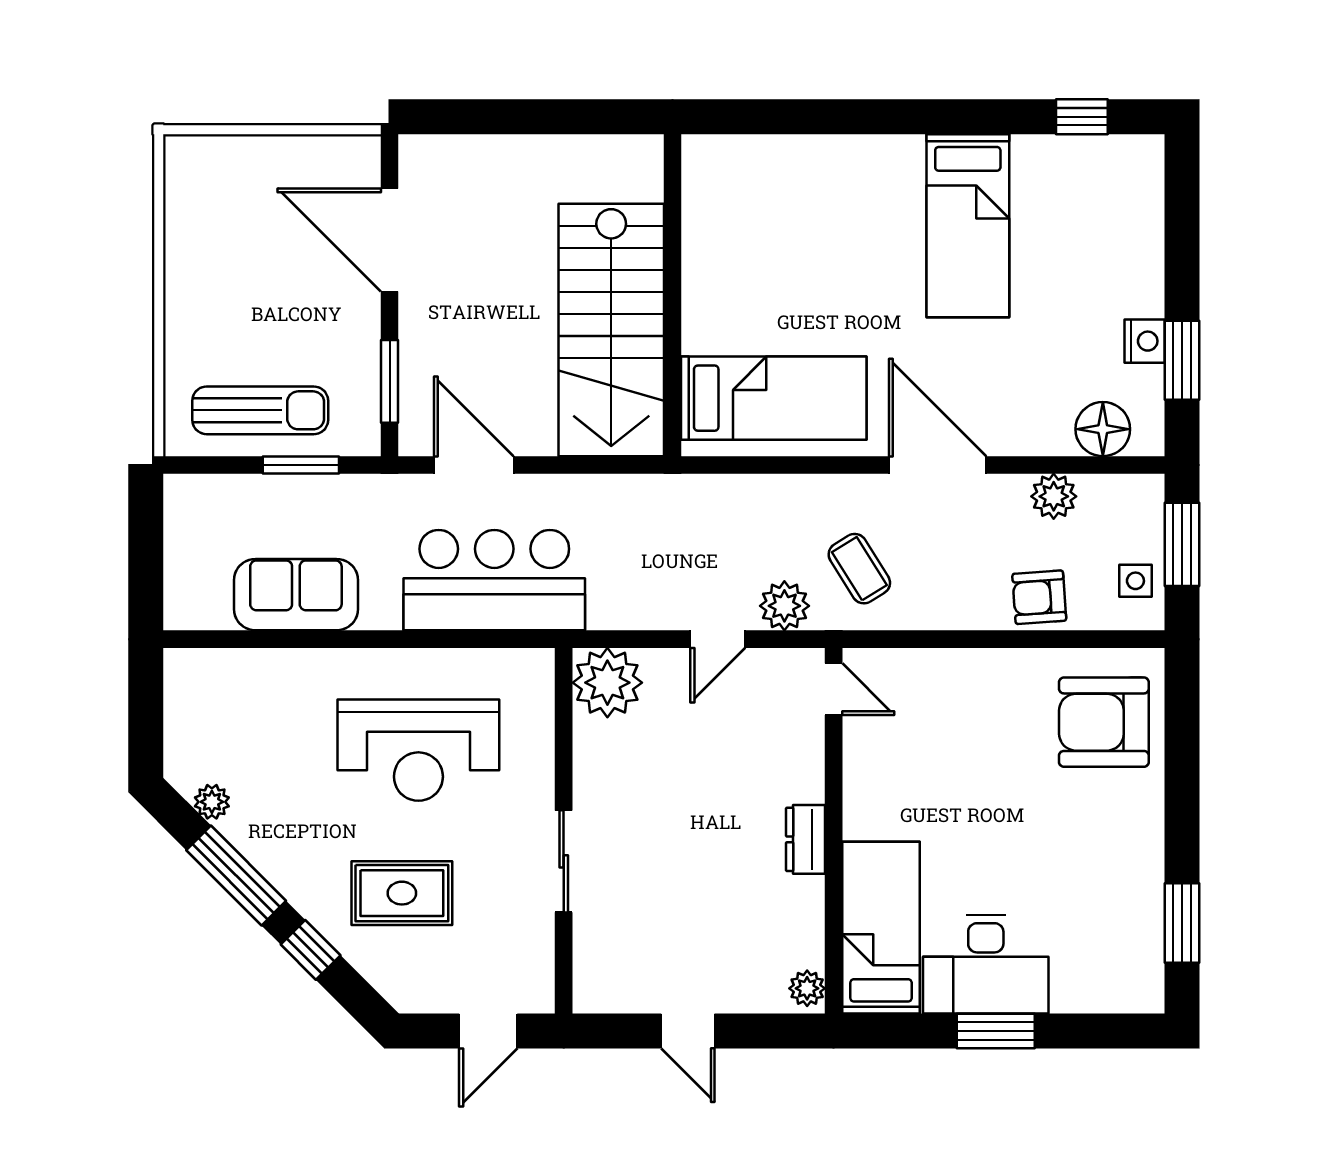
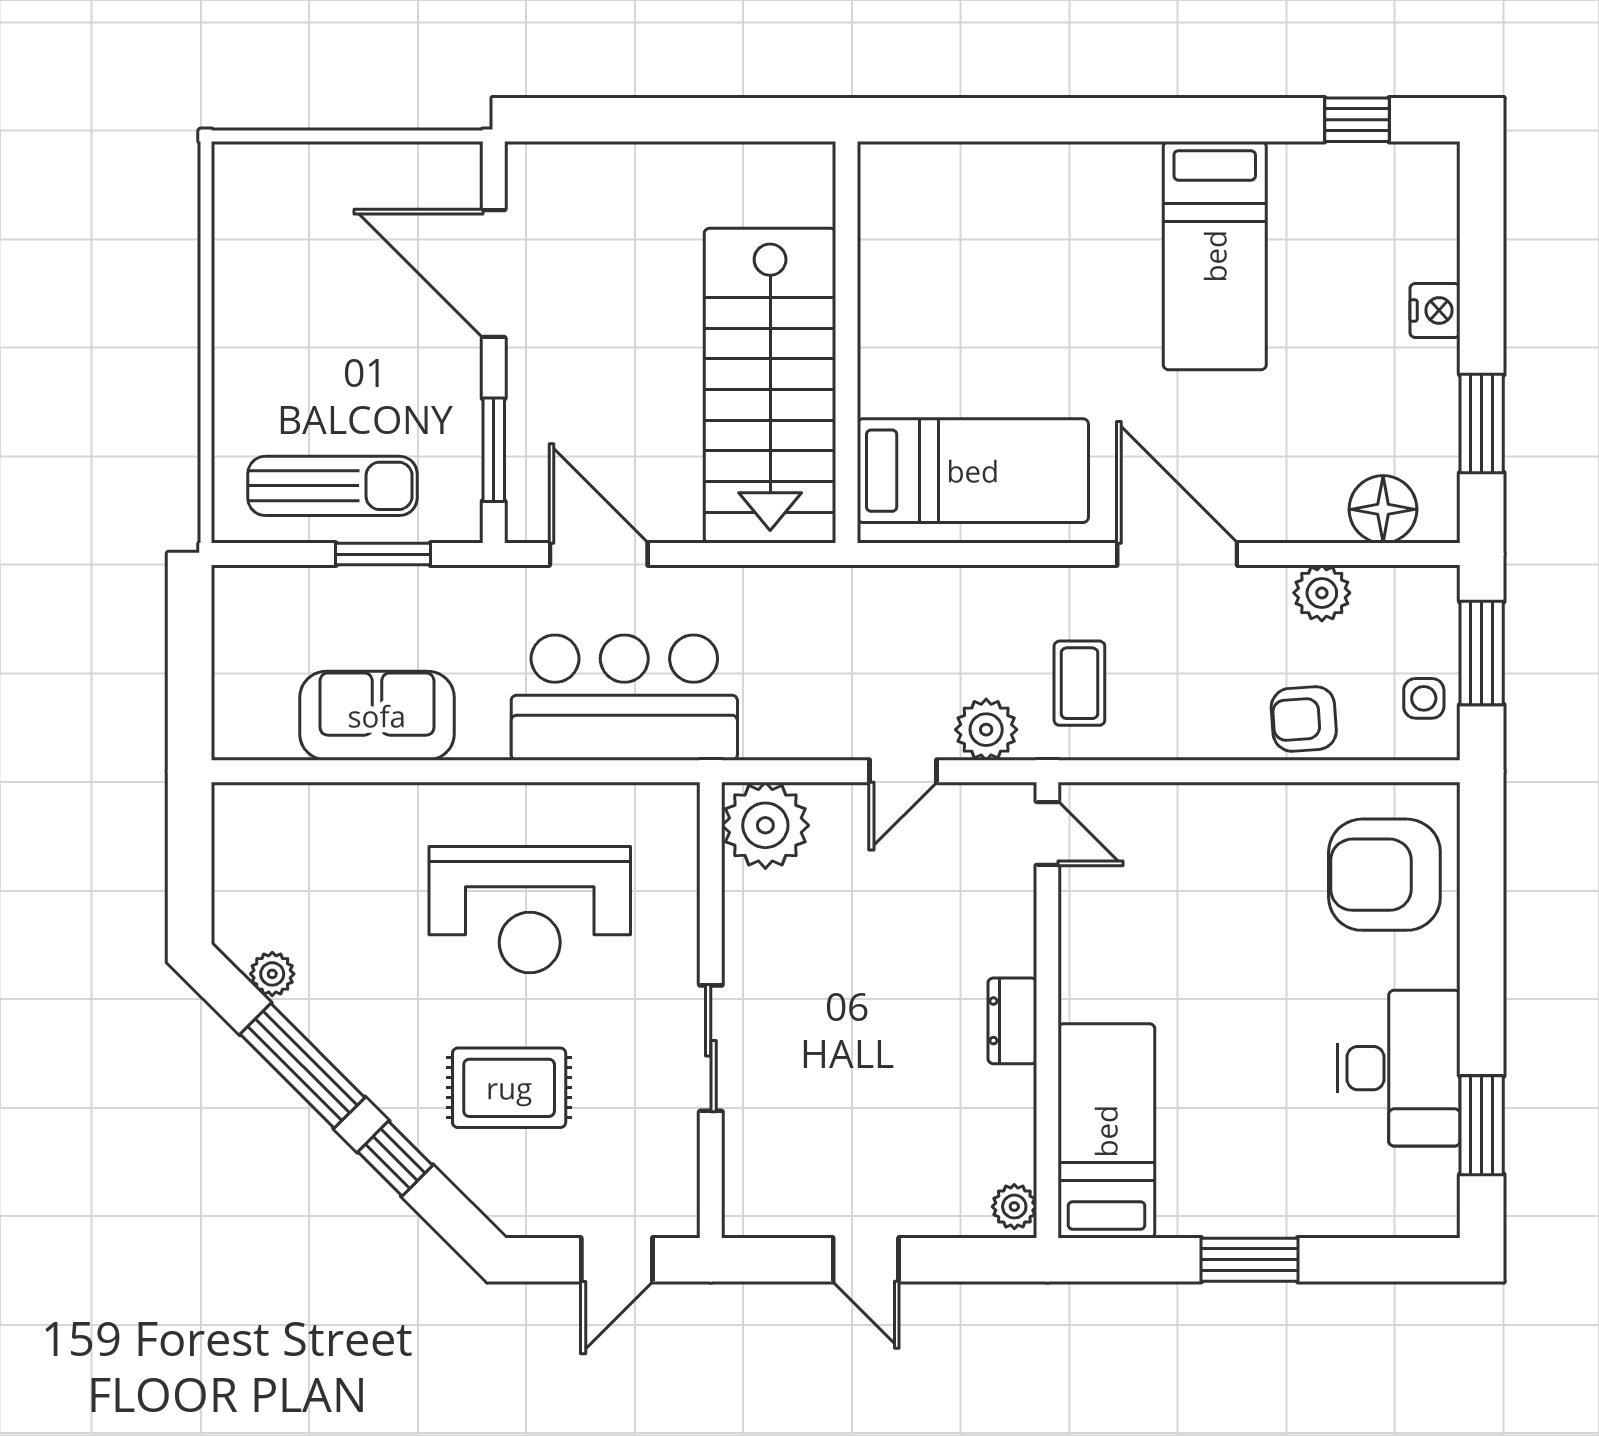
nightstand: (1145, 341) -> (1435, 310), moved
coffee table: (859, 569) -> (1079, 683), turned 32
desk: (986, 964) -> (1399, 1068), moved, turned -90

